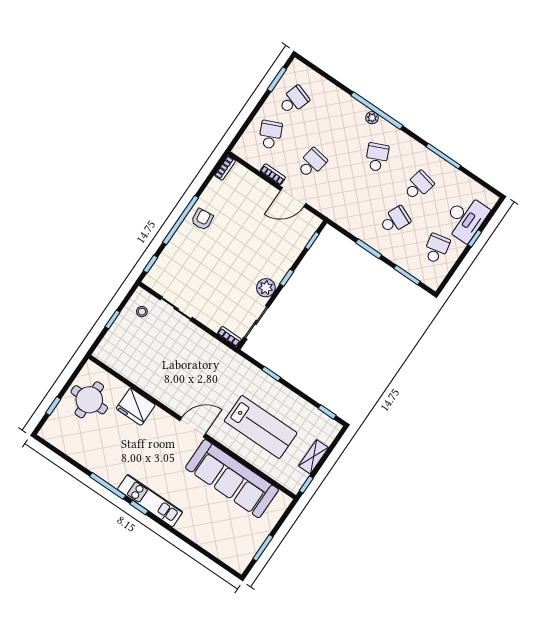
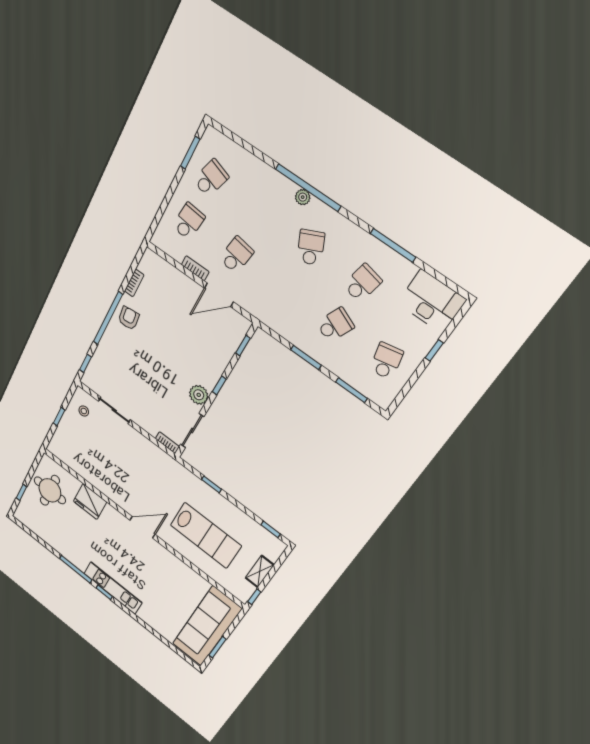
school desk: (270, 135) -> (189, 221), turned 30
bookcase: (225, 168) -> (134, 283), moved
desk: (465, 218) -> (432, 301), moved, turned -90
sofa: (232, 479) -> (207, 626), moved, turned 90

